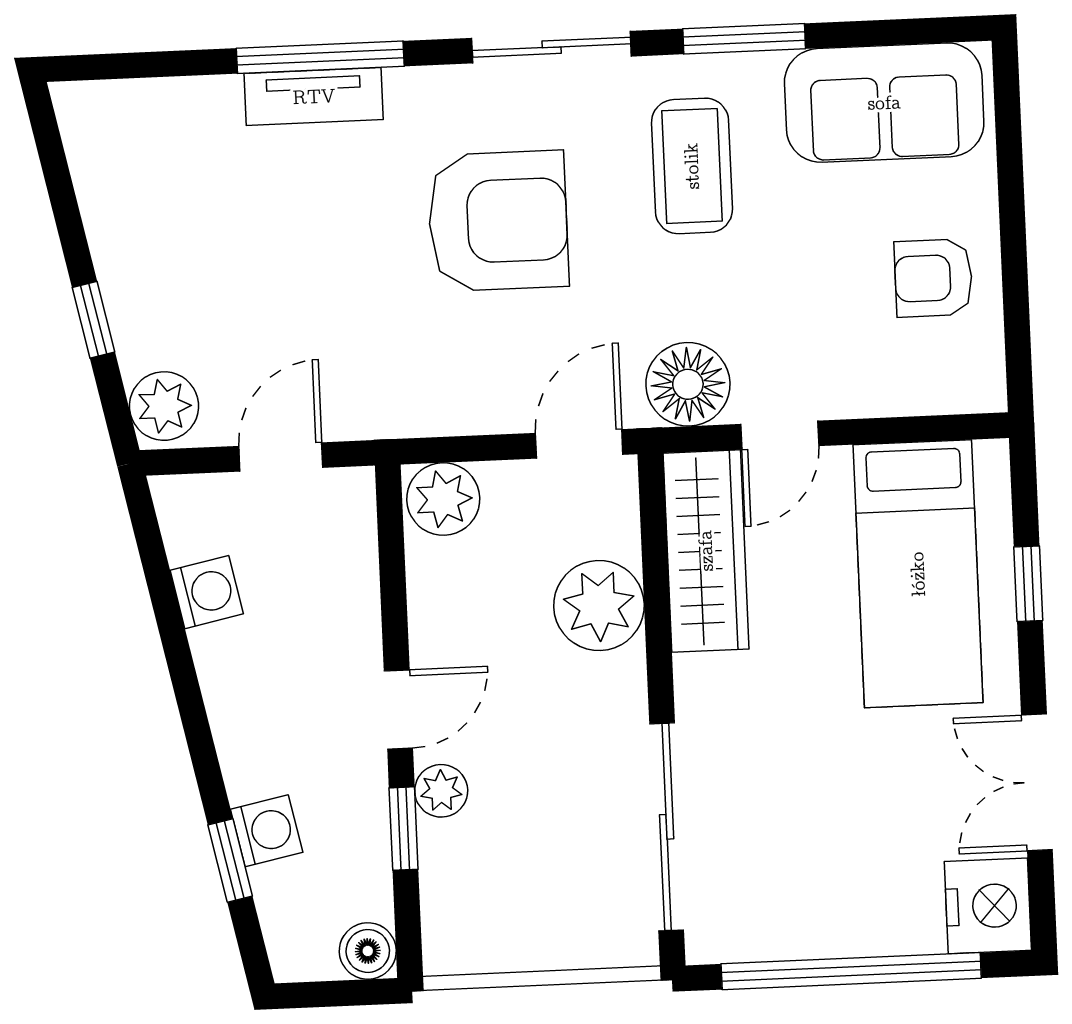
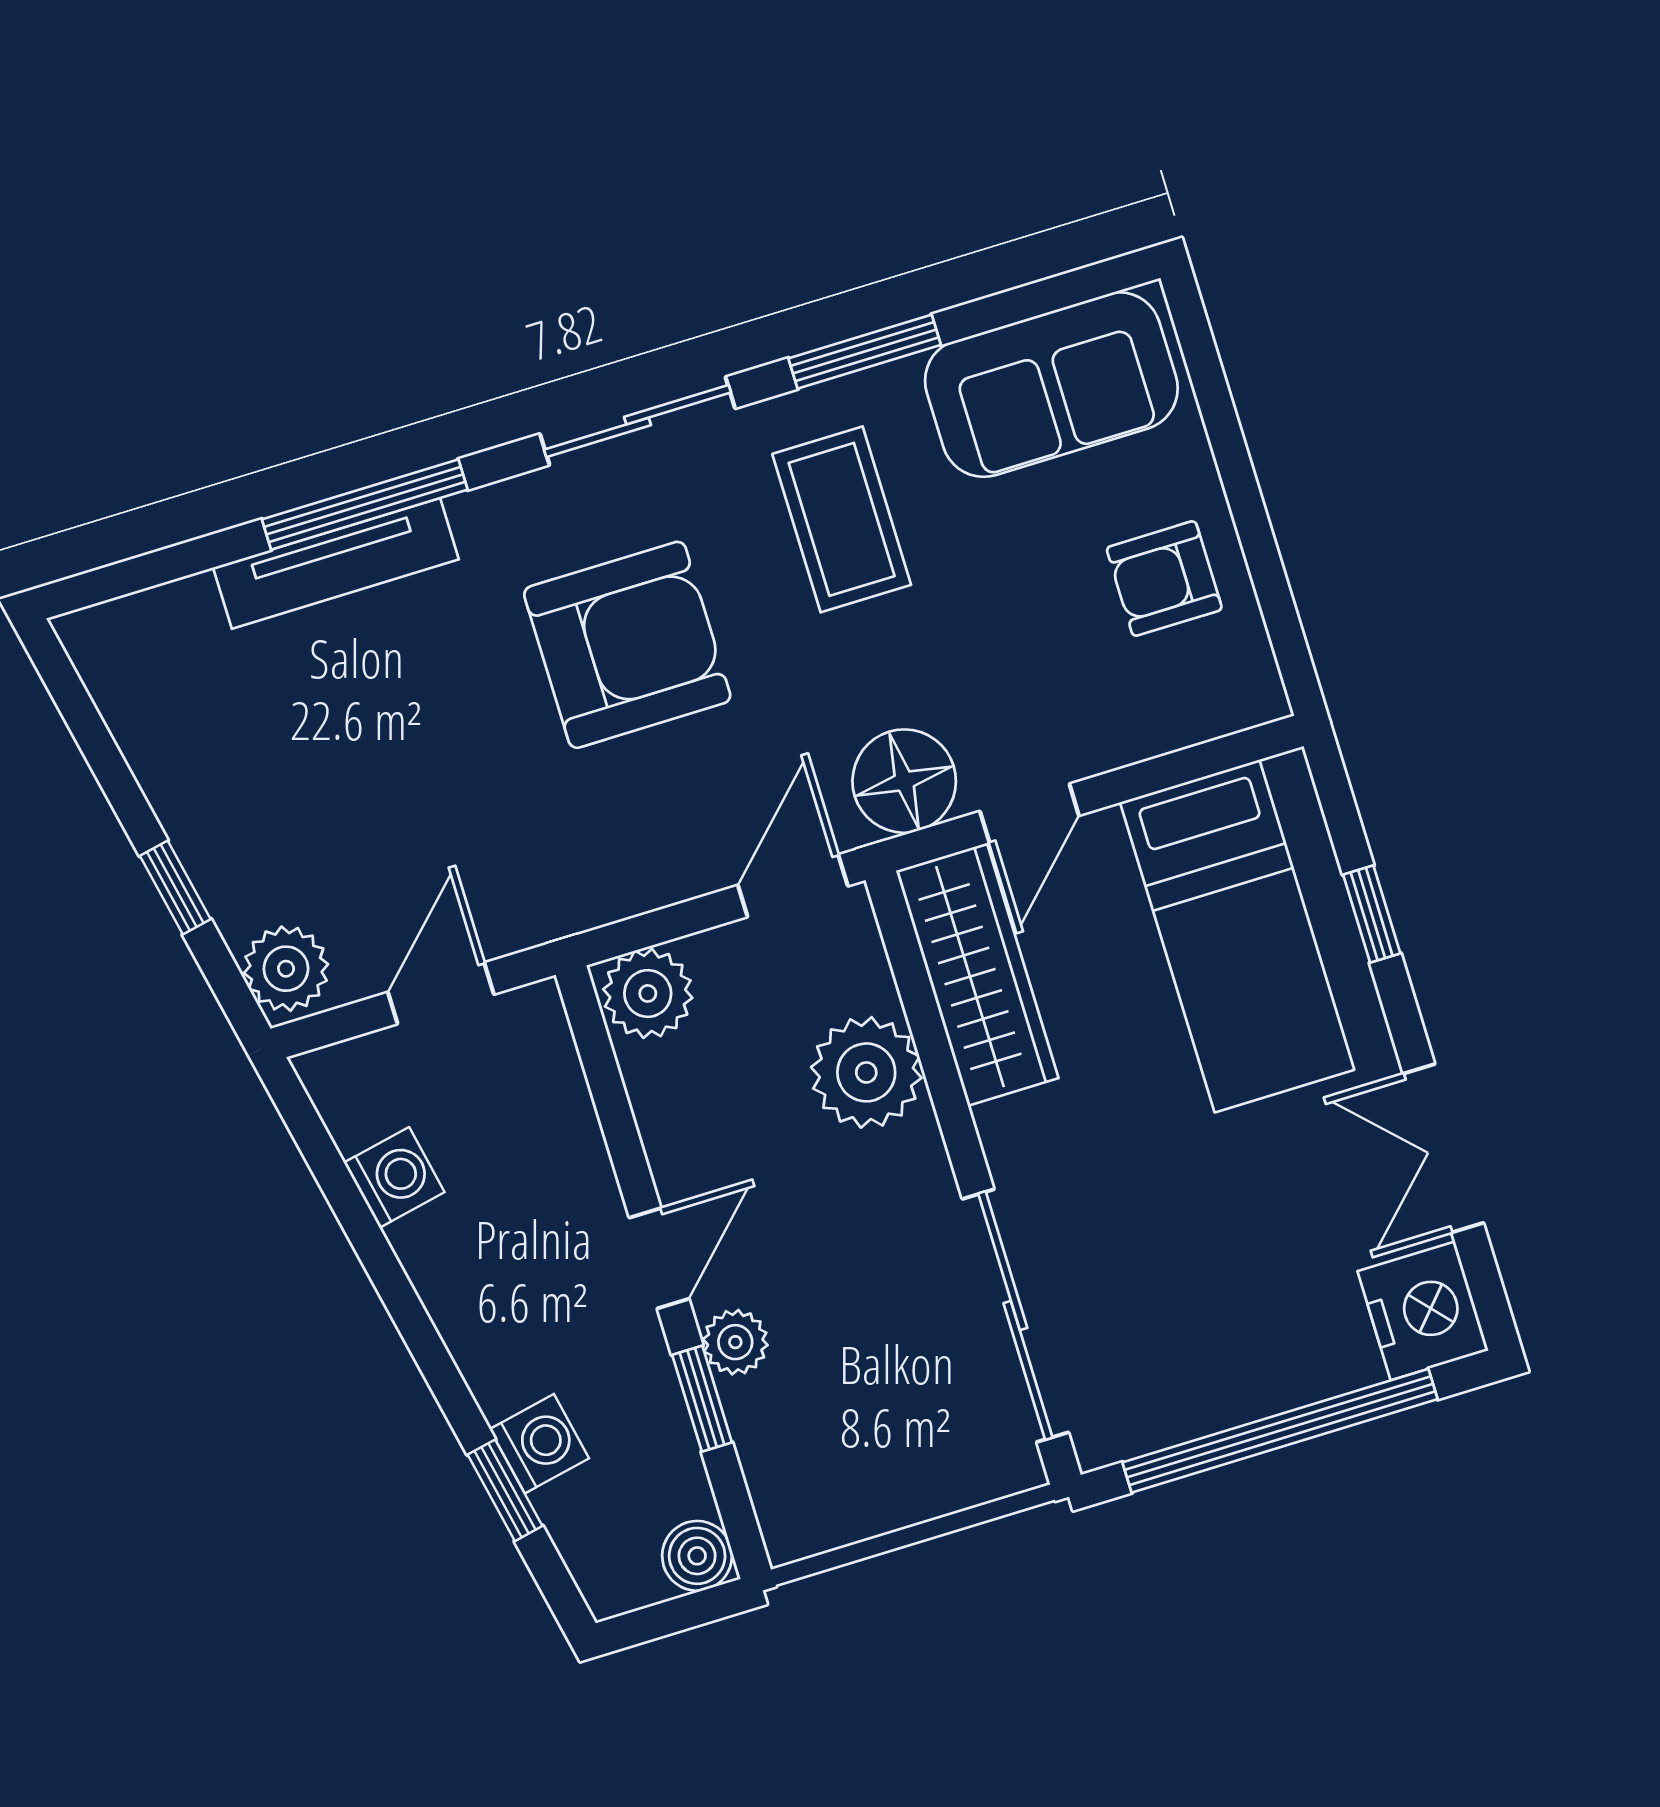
tv unit: (314, 97) -> (336, 563), width x1.41

